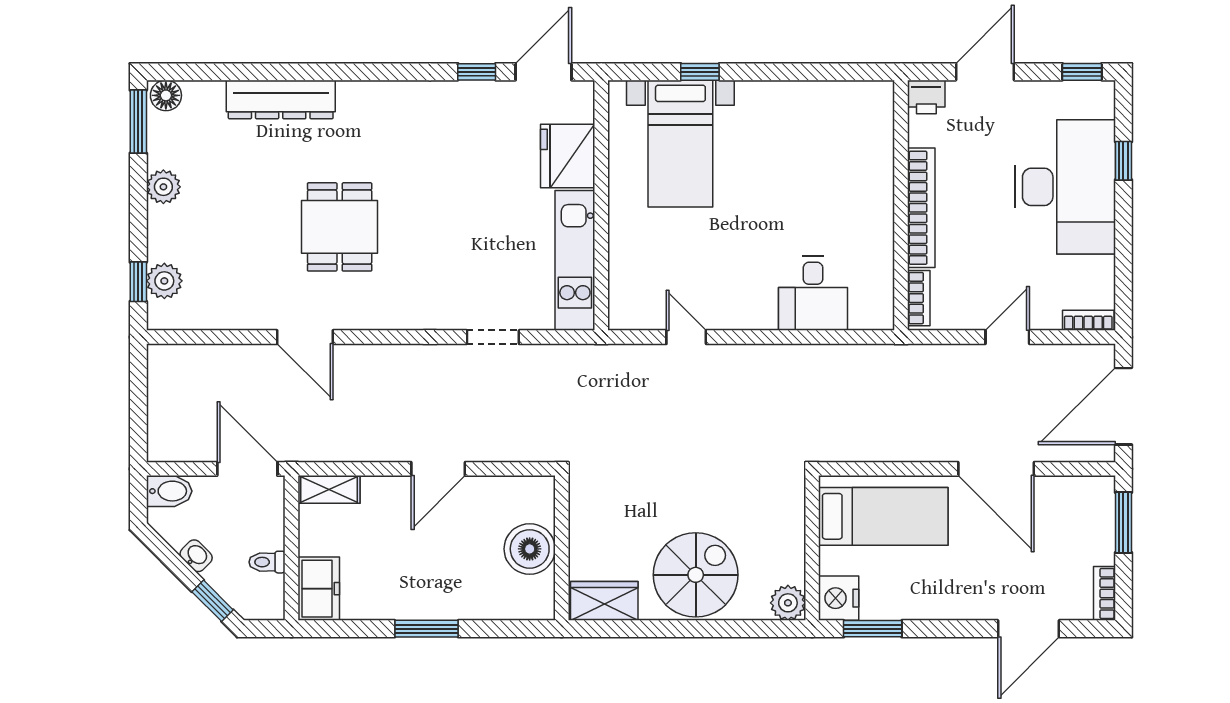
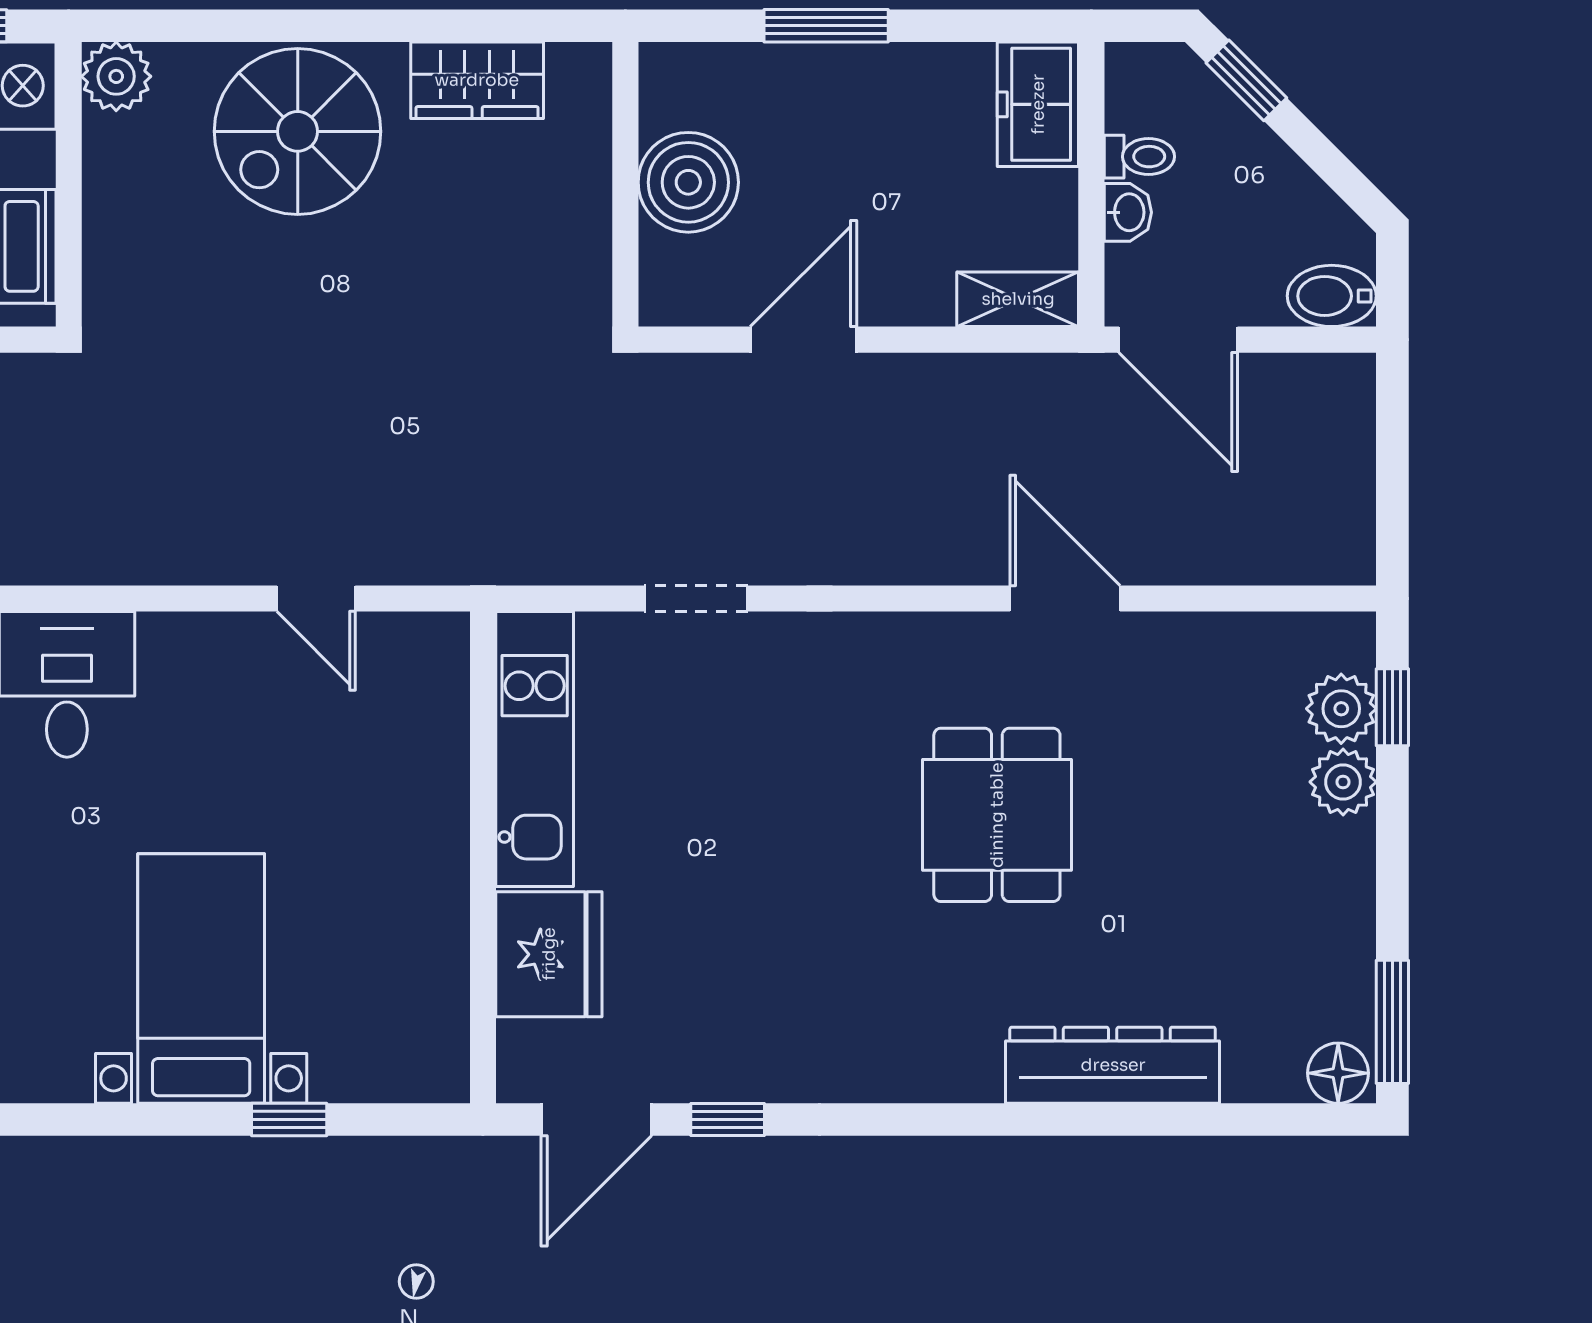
bed with nightstands: (680, 144) -> (201, 978), moved
plant: (163, 187) -> (1343, 782), moved
wall: (562, 548) -> (625, 184), moved
boiler: (530, 549) -> (688, 182), moved
washbasin: (196, 556) -> (1128, 212), moved, turned -135

